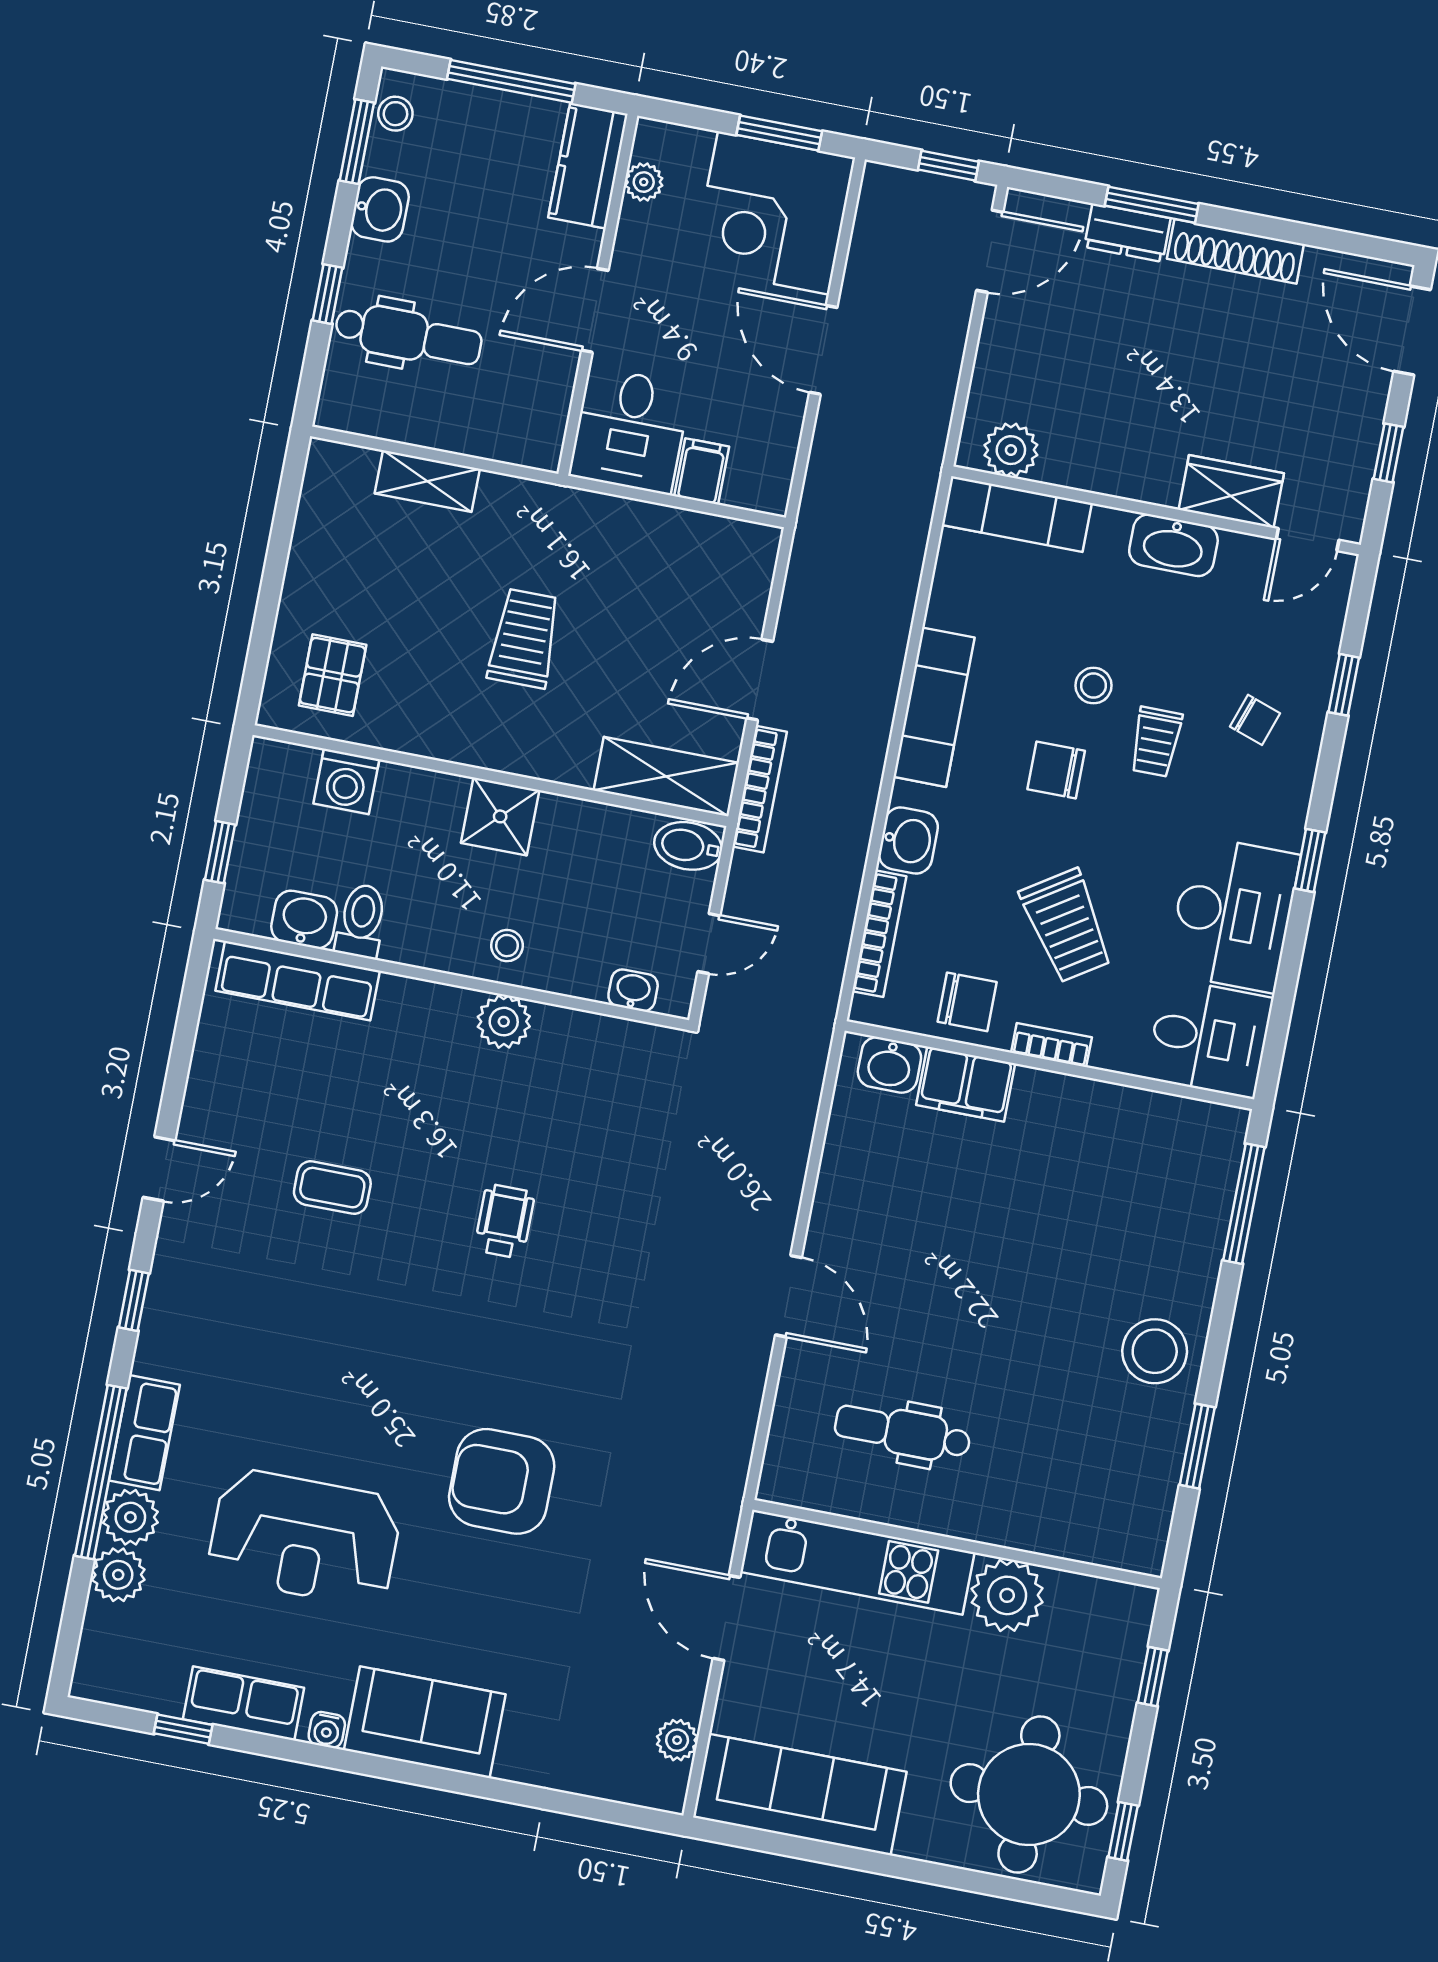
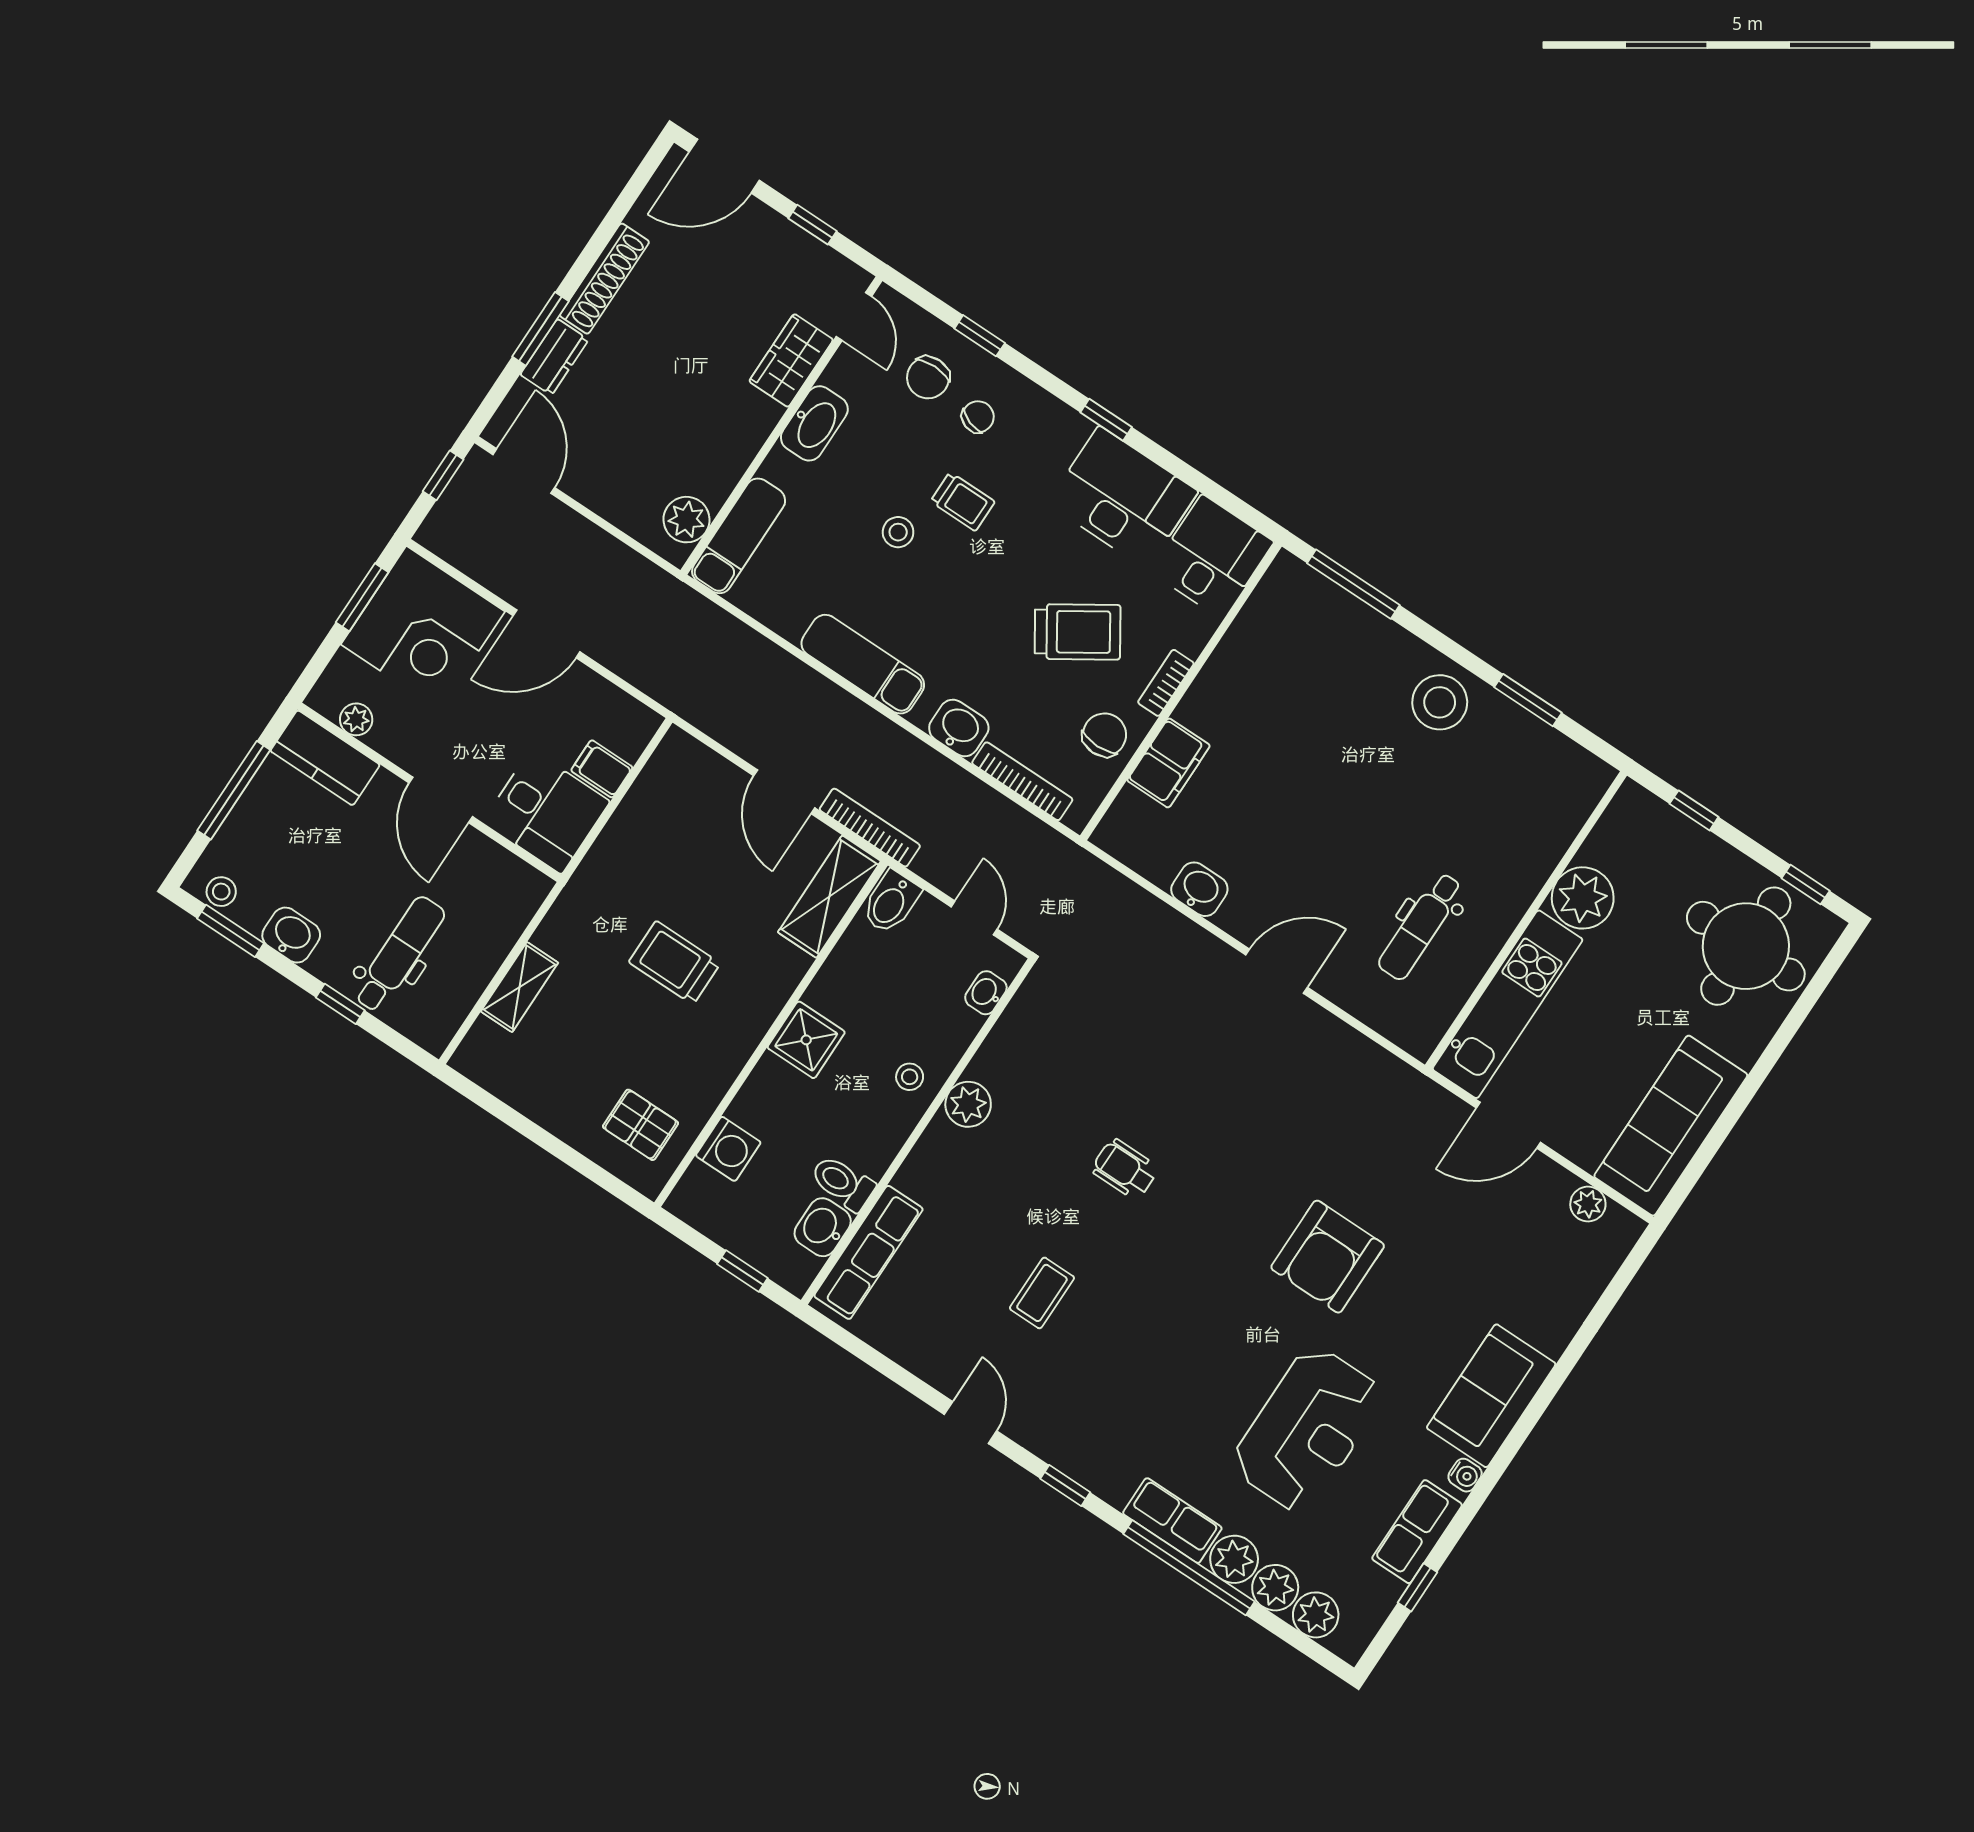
chair: (1056, 770) -> (928, 378), moved
washbasin: (889, 1065) -> (1199, 889), moved, turned -90
plant: (107, 1631) -> (1316, 1615), added

